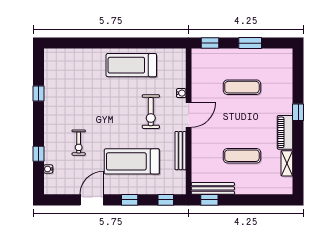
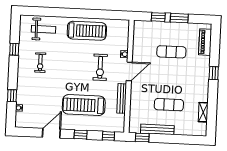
window: (210, 43) -> (158, 17), moved
treadmill: (131, 65) -> (87, 31), turned 180
weight bench: (75, 66) -> (43, 29), added
piano: (285, 132) -> (205, 42), moved
exercise bike: (79, 143) -> (40, 63), moved
bench: (213, 188) -> (157, 129), moved

